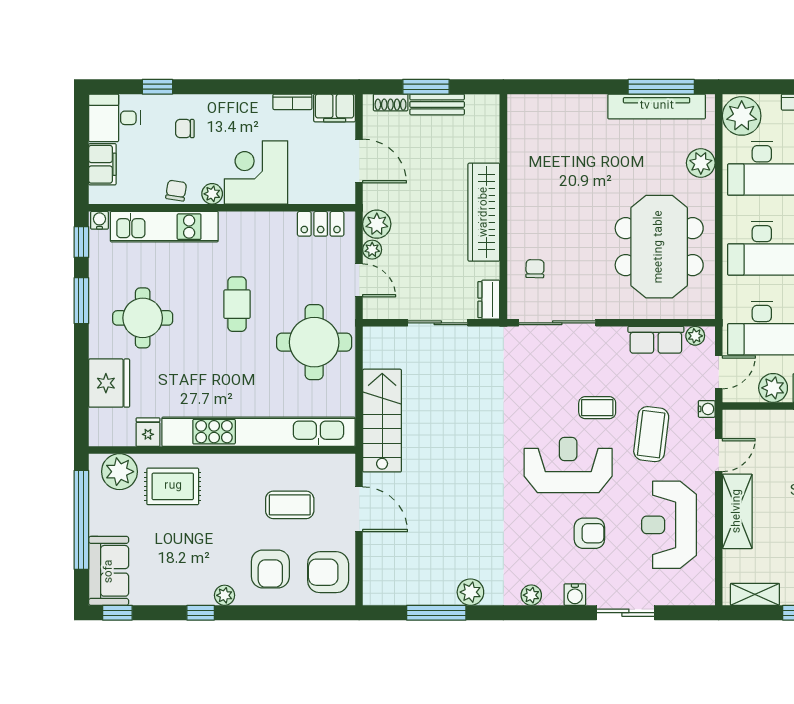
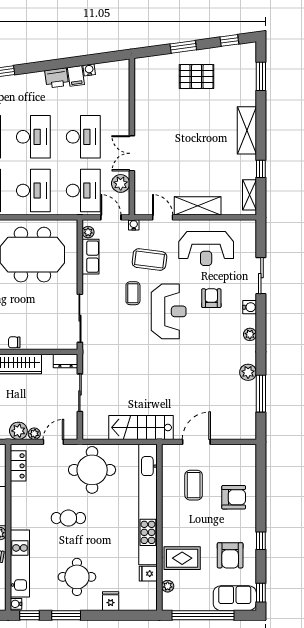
chair: (535, 269) -> (14, 342), moved
fridge: (109, 383) -> (111, 601), width x0.53, depth x0.75
reception desk: (568, 465) -> (169, 311), turned 180
plant: (119, 472) -> (168, 586), width x0.53, depth x0.53
rug: (173, 486) -> (182, 558), turned 90
armchair: (328, 572) -> (230, 555), moved
plant: (224, 595) -> (250, 526), removed

